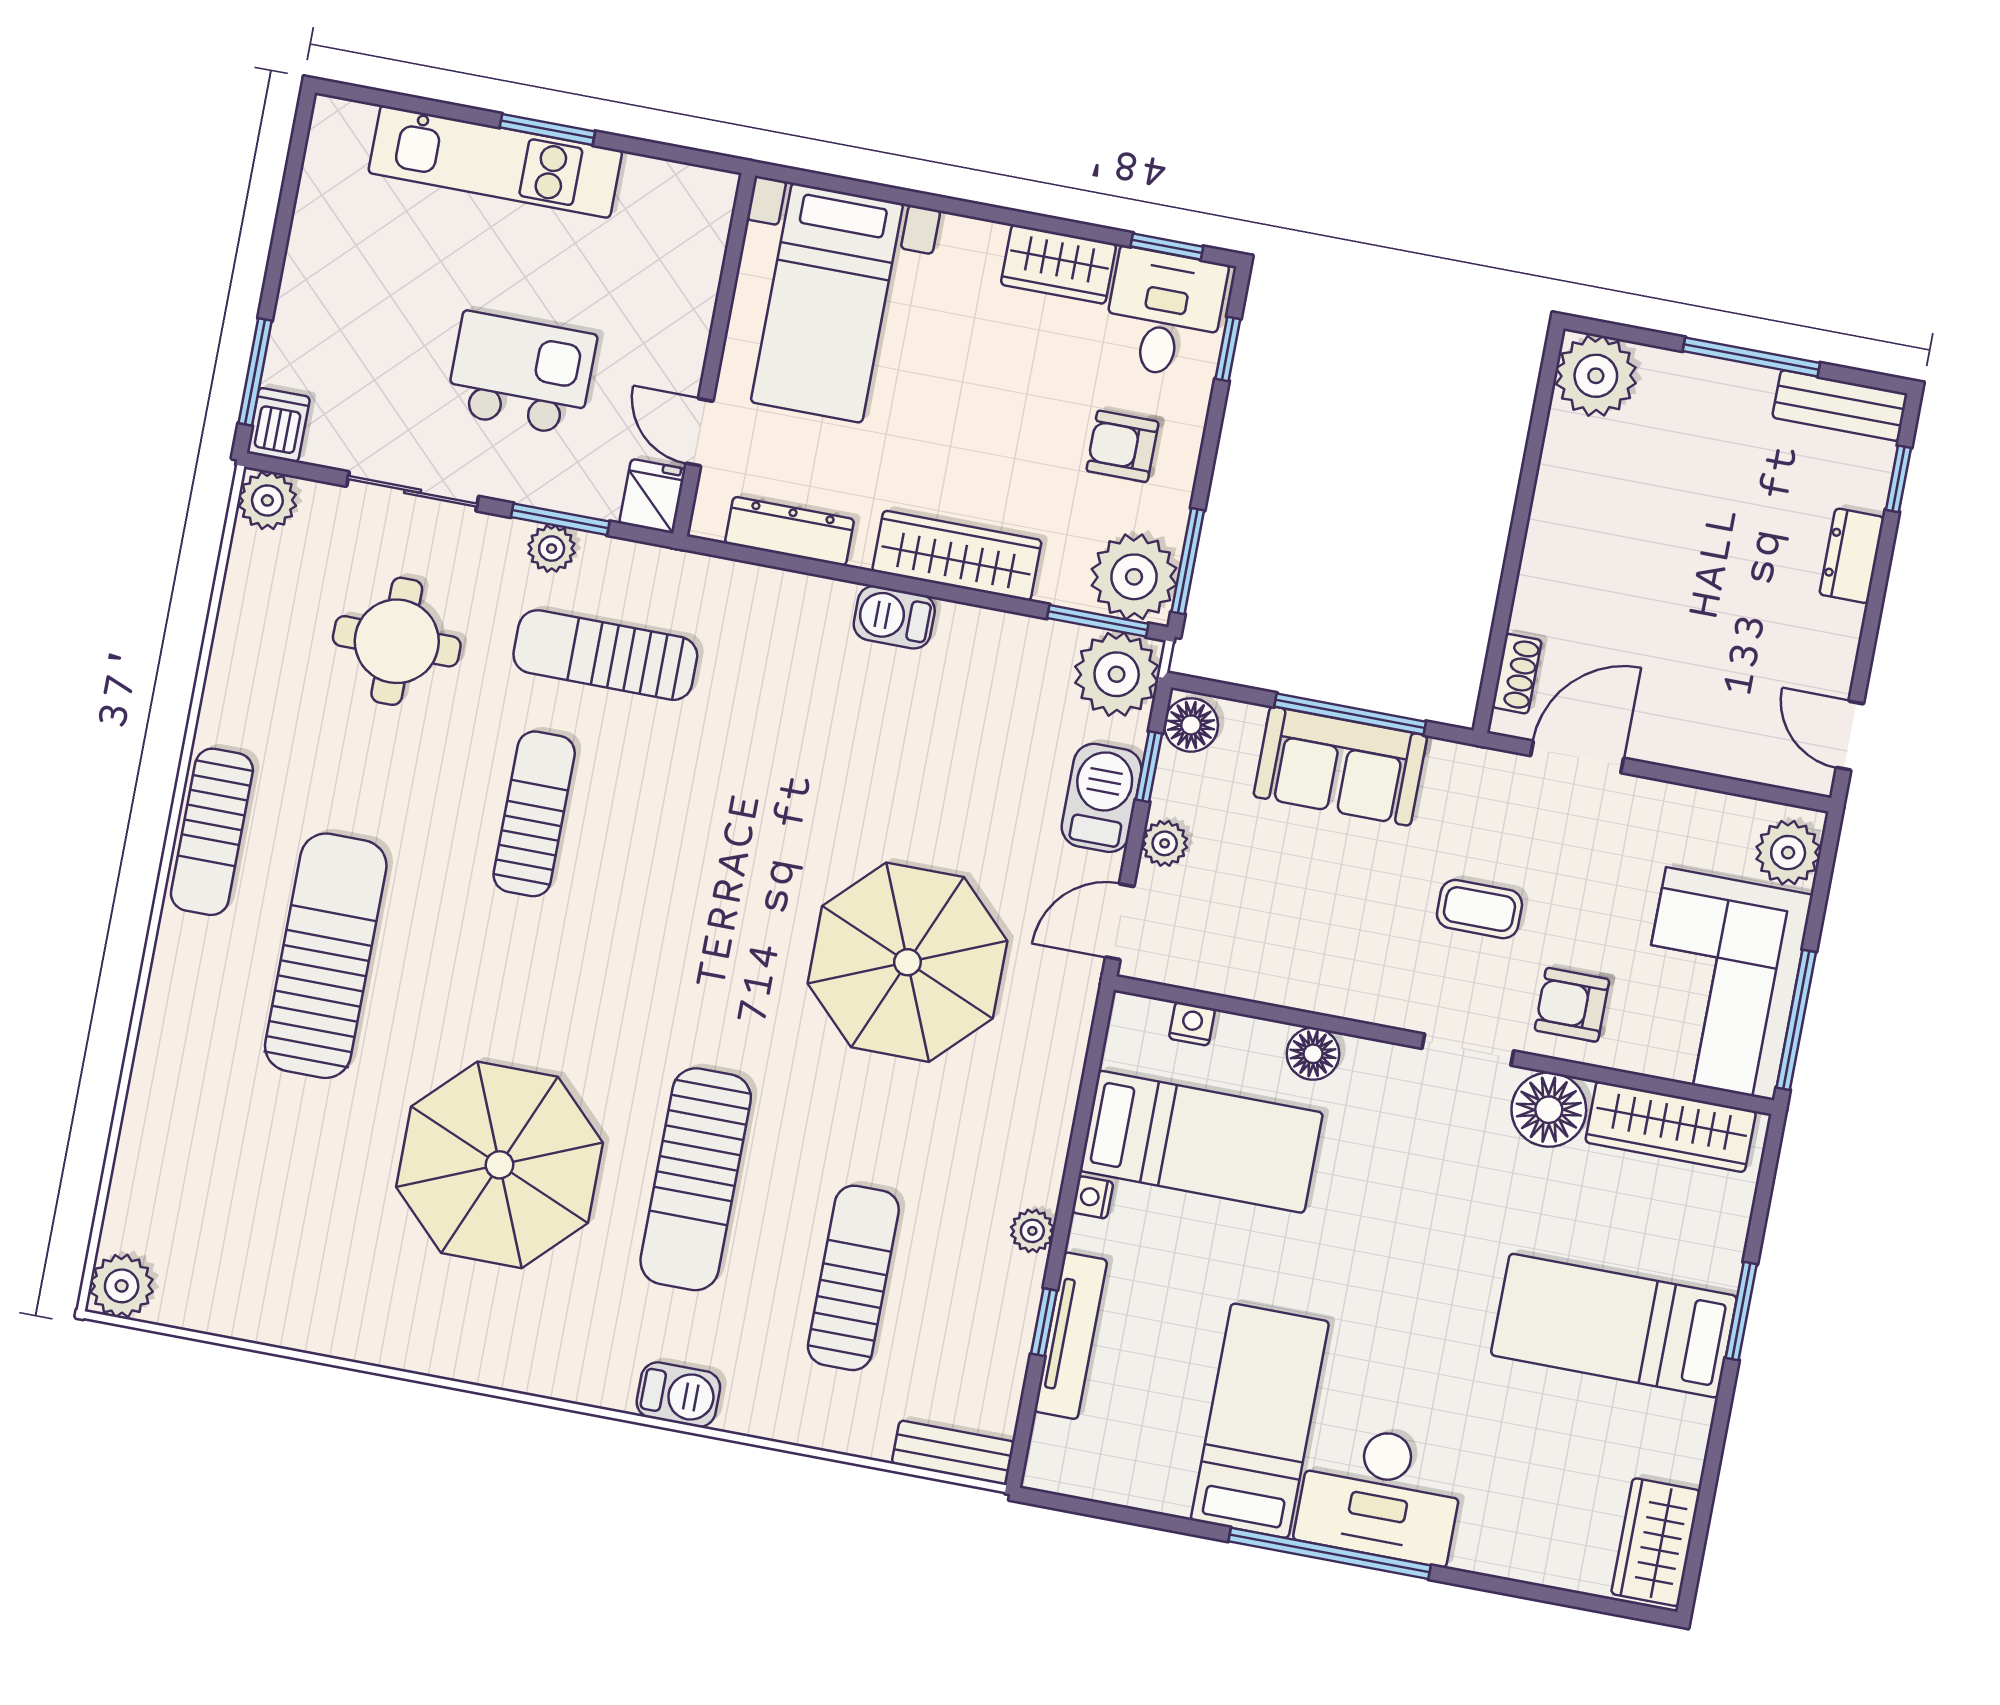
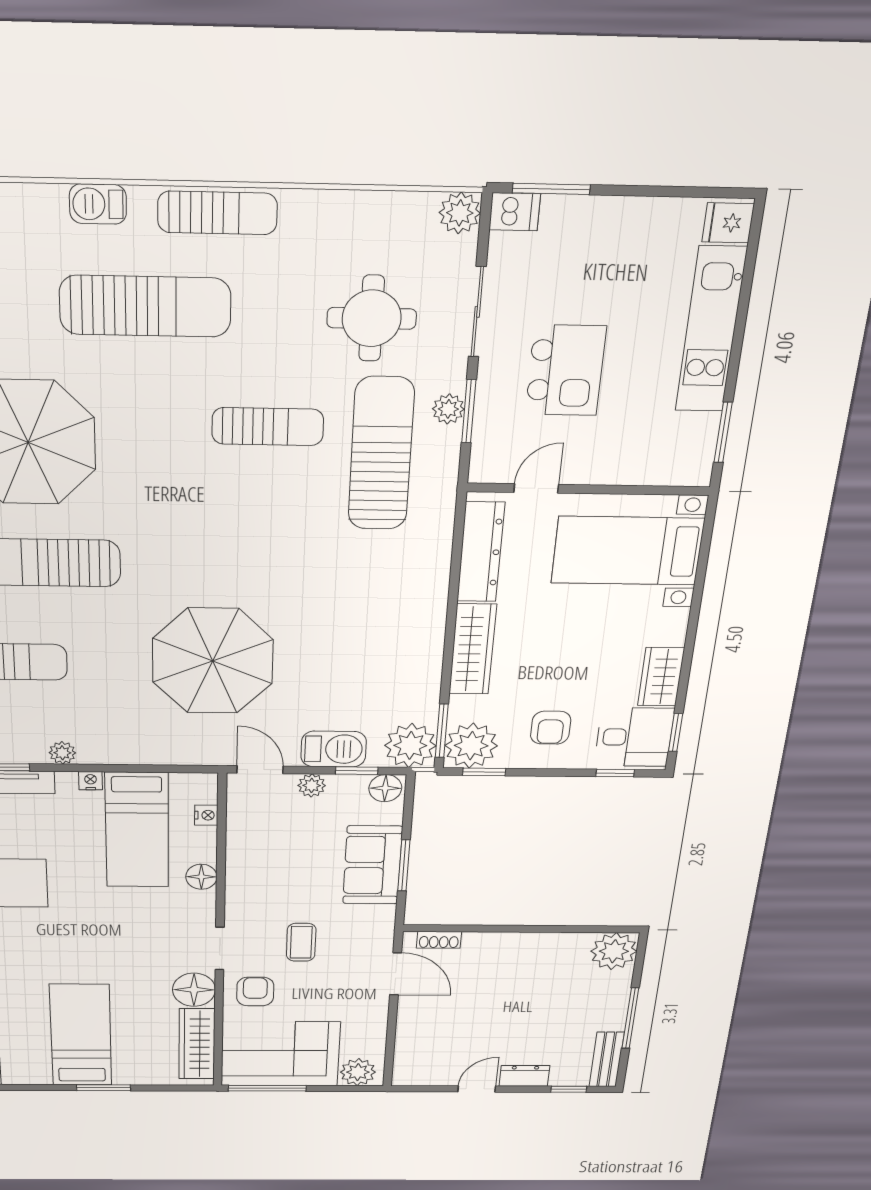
window: (547, 129) -> (723, 432), moved
armchair: (1122, 446) -> (551, 728), turned 180
fridge: (652, 496) -> (728, 223), moved, turned 180
dresser: (790, 531) -> (481, 552), width x1.37, depth x1.24
window: (1188, 561) -> (484, 772), width x0.67
barbecue: (894, 617) -> (98, 204), moved, turned -90
sun lounger: (605, 655) -> (381, 454), width x1.36, depth x1.34
window: (1350, 714) -> (404, 865), width x0.69
door: (1850, 736) -> (477, 1089), moved
sun lounger: (212, 832) -> (217, 213), turned 180

